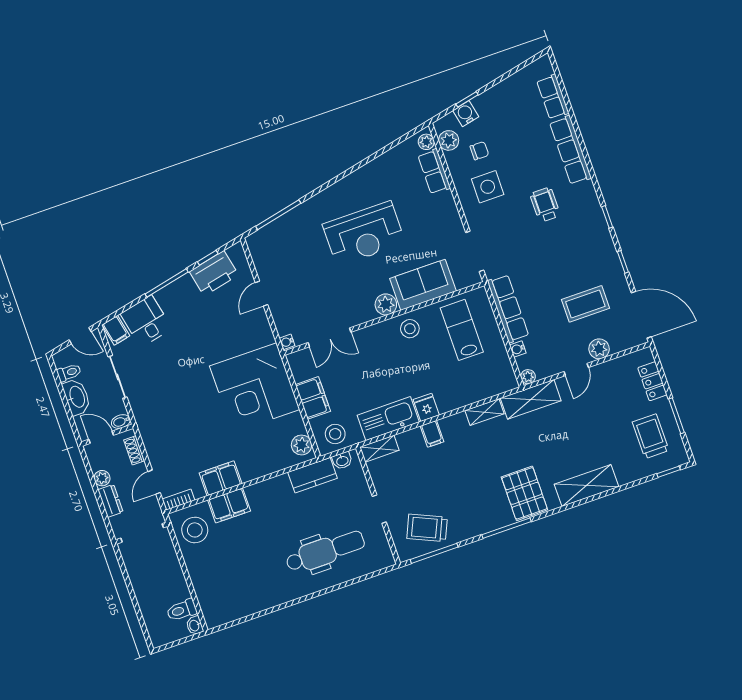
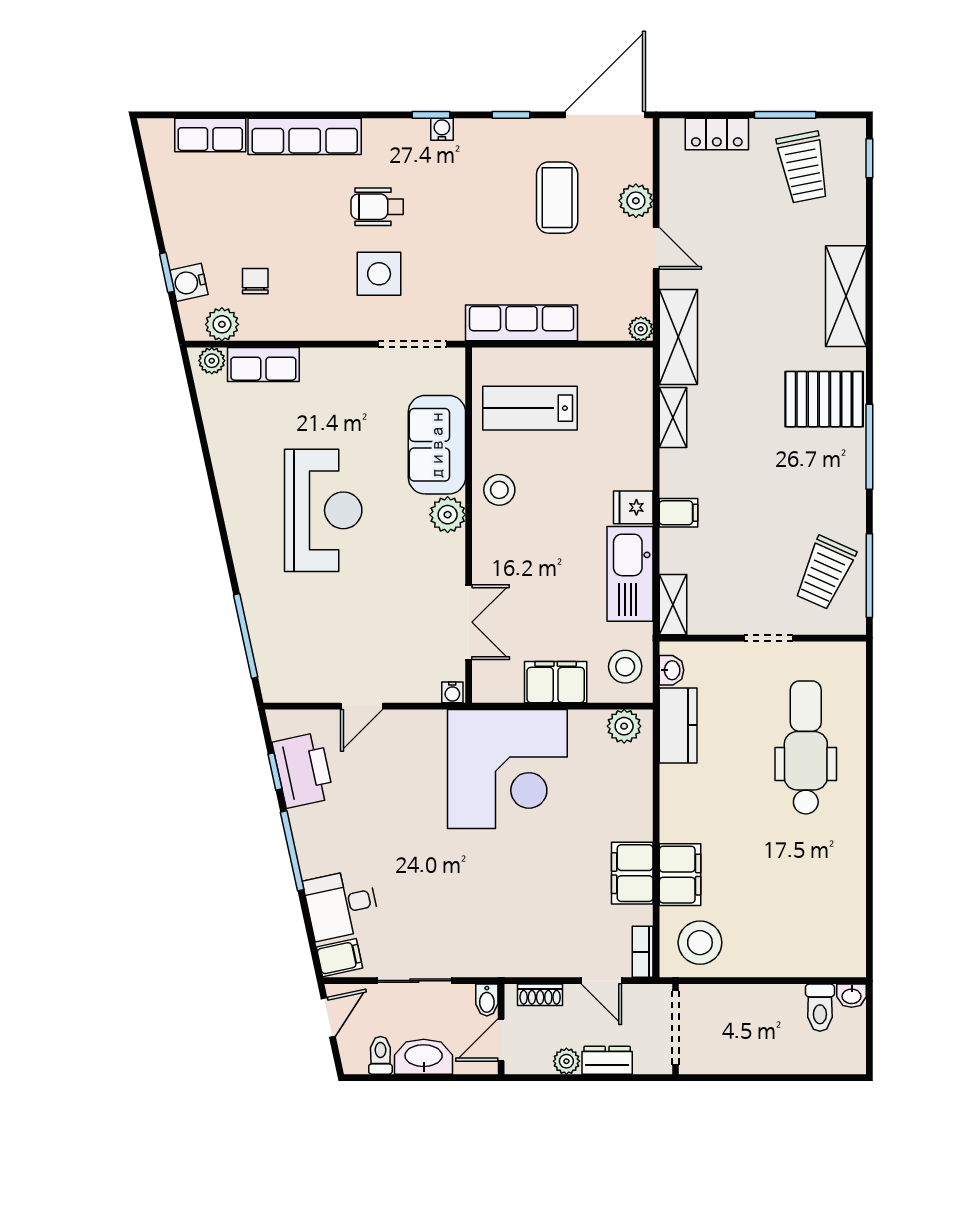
side table: (488, 187) -> (379, 274), moved
door: (262, 294) -> (362, 706), hinge flipped
water cooler: (518, 349) -> (442, 129), moved, turned 180
trolley: (651, 436) -> (803, 167), turned -101

